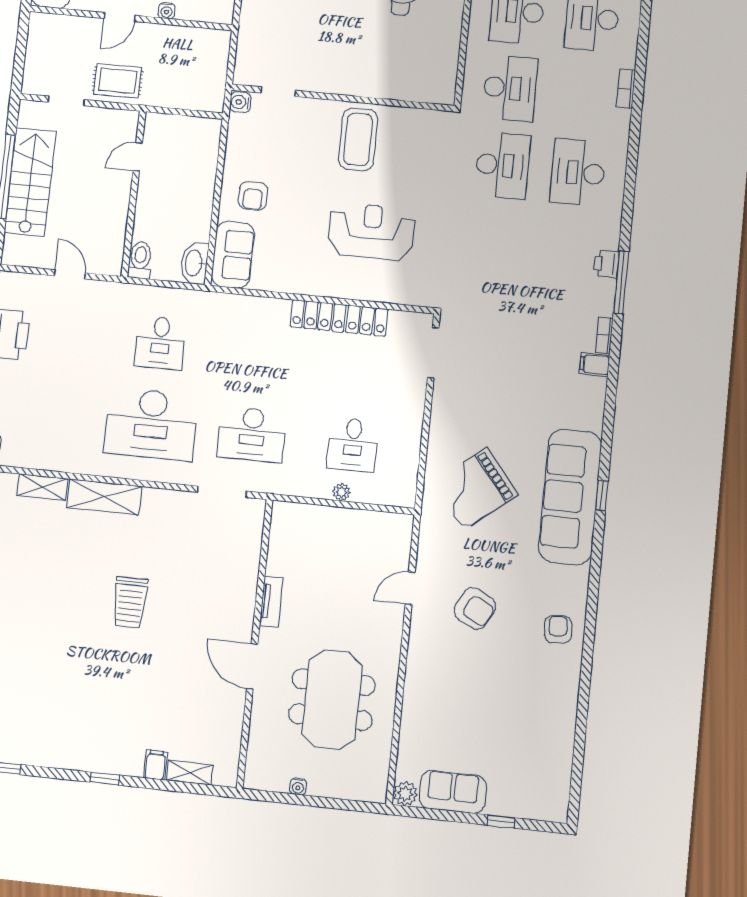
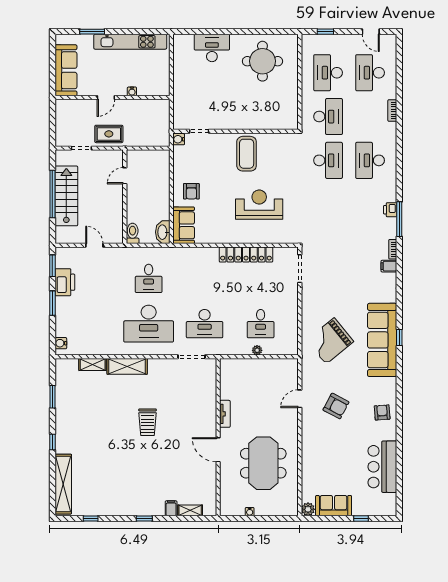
bar counter: (549, 729) -> (382, 467), added

